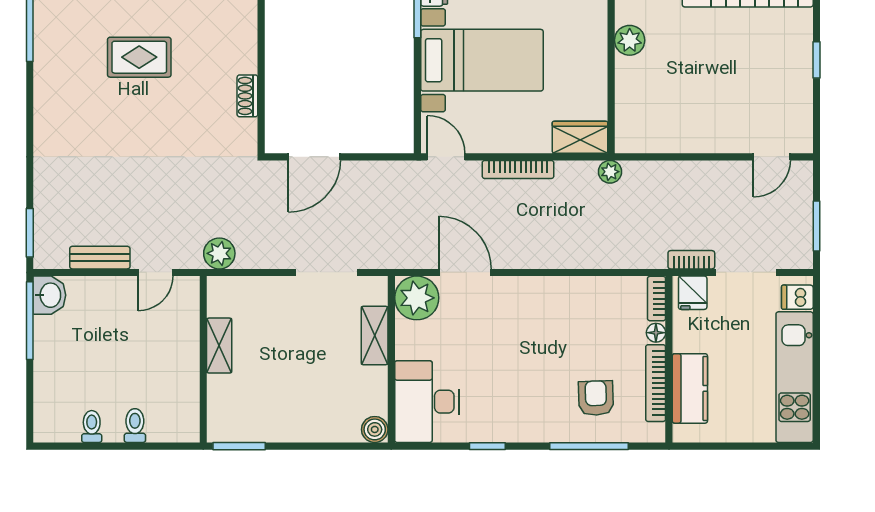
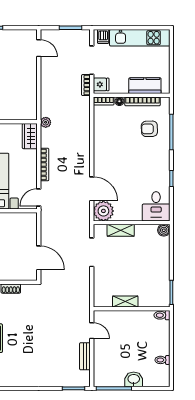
plant: (219, 253) -> (83, 301), removed
door: (465, 272) -> (92, 189), swing flipped
washbasin: (49, 295) -> (134, 379), moved
desk: (427, 402) -> (156, 206), width x0.73
toilet: (135, 426) -> (162, 315), moved

